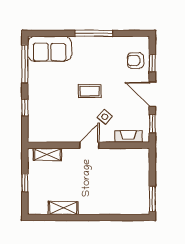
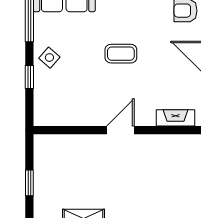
side table: (105, 117) -> (49, 58), moved
shelving: (47, 154) -> (61, 143), removed

